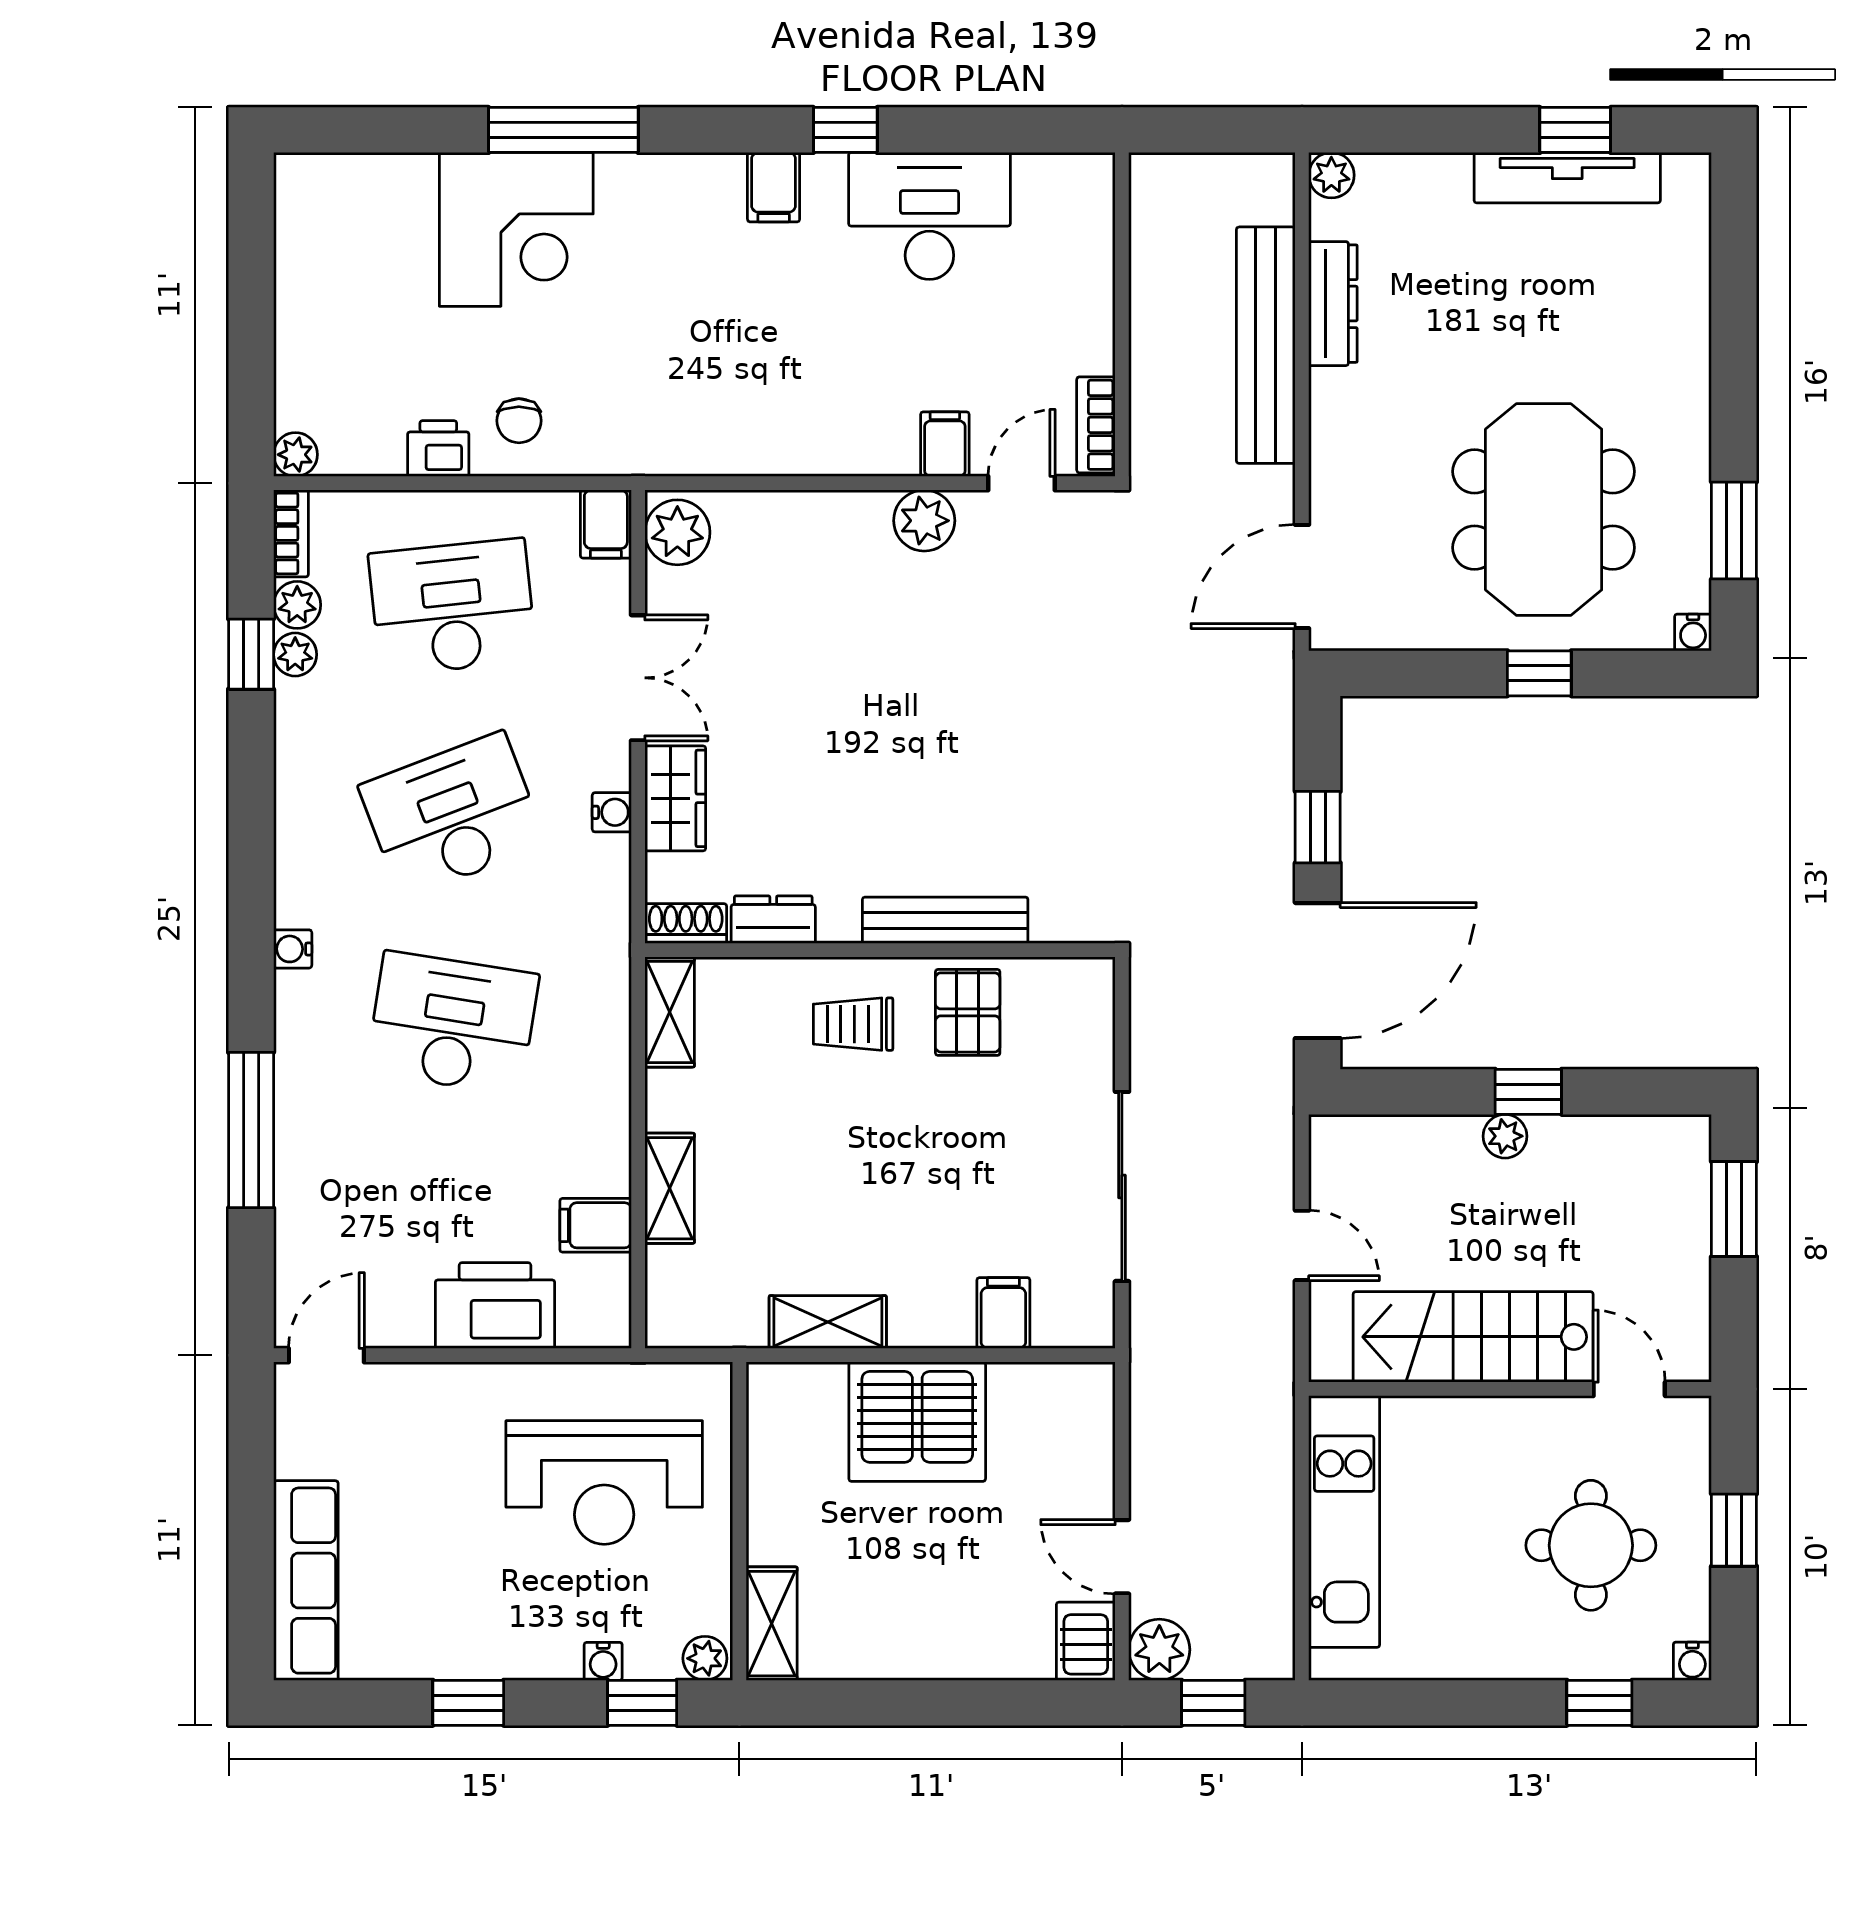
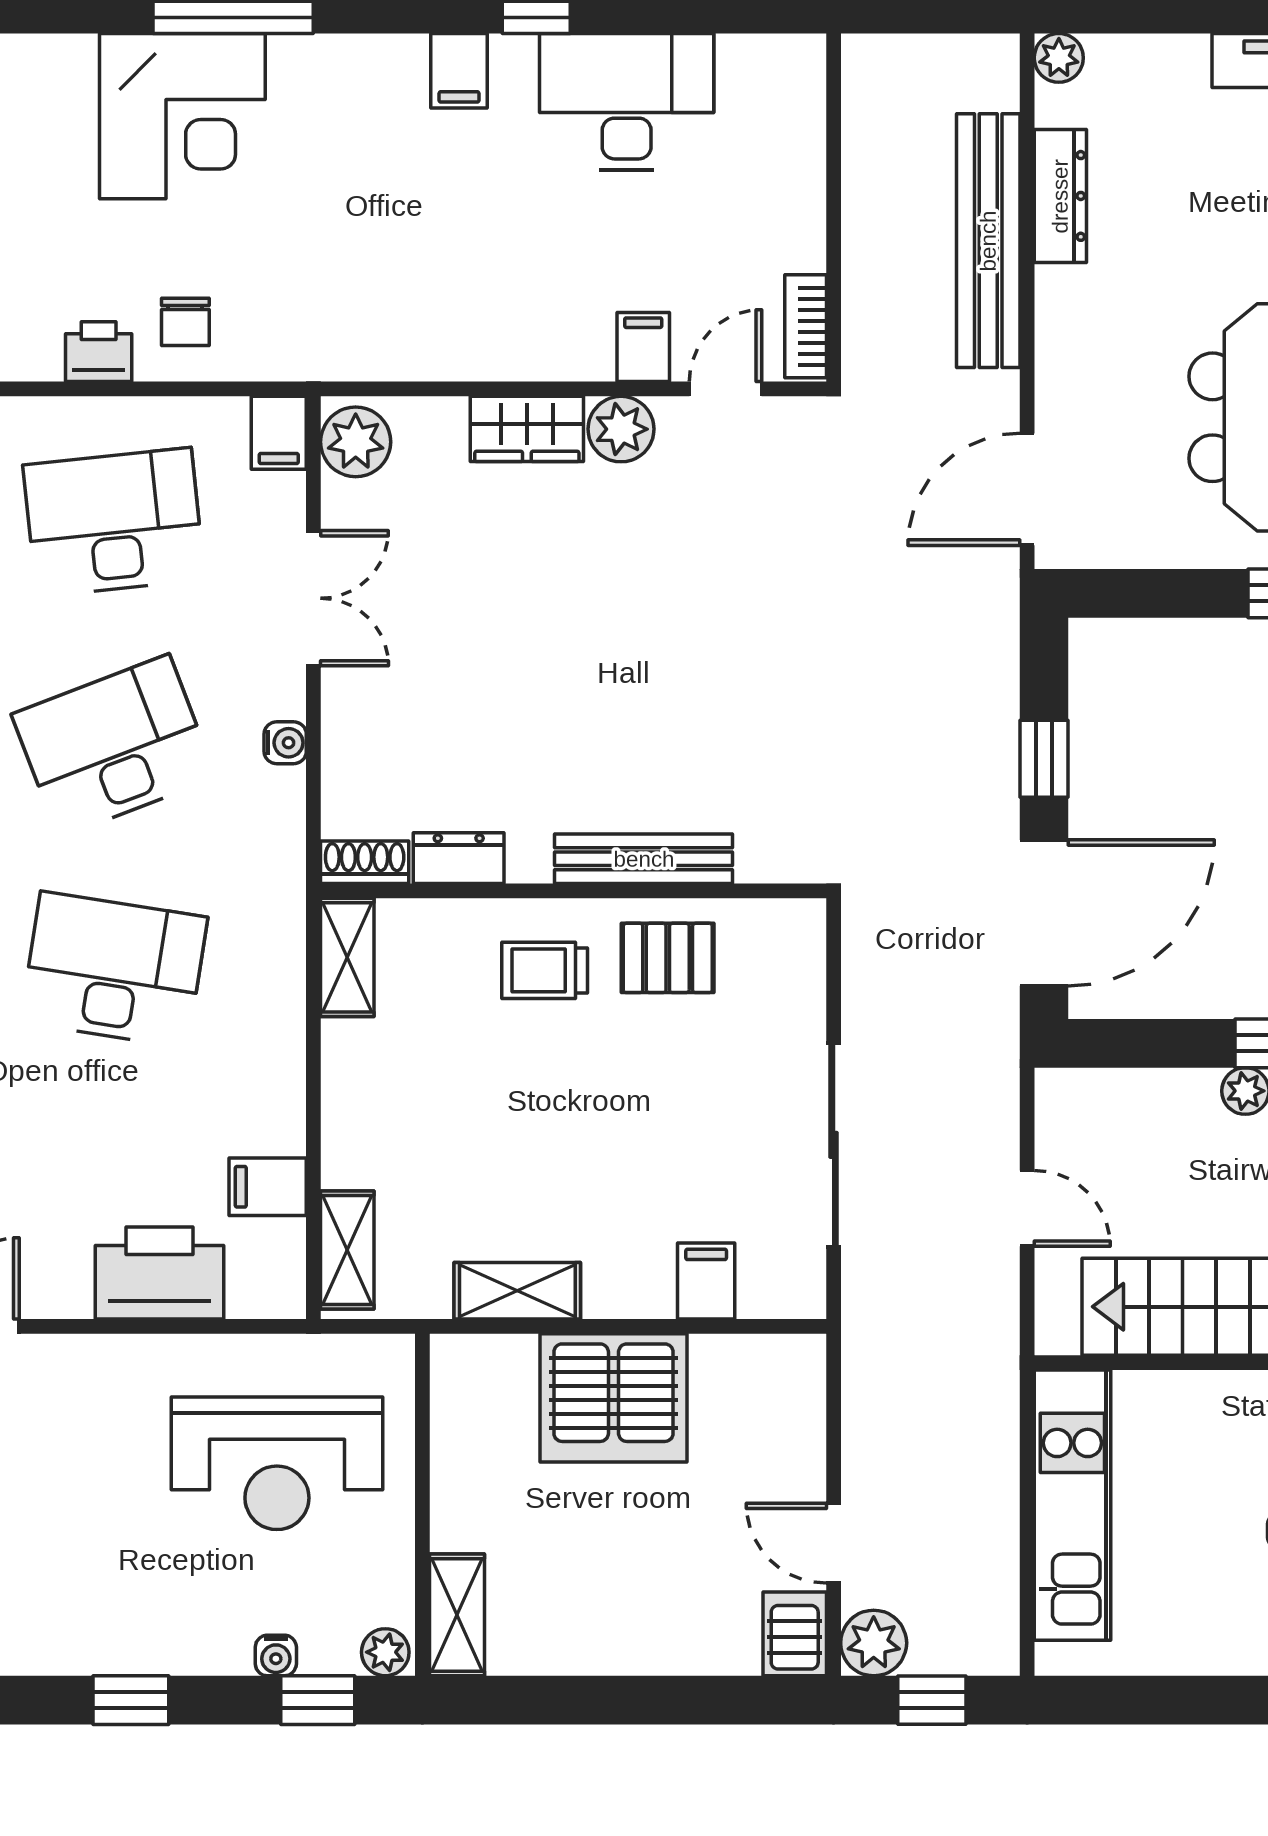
wardrobe: (675, 798) -> (527, 429), moved, turned 90
pallet: (968, 1012) -> (668, 958), turned 90
shelving: (670, 1188) -> (347, 1250), moved

